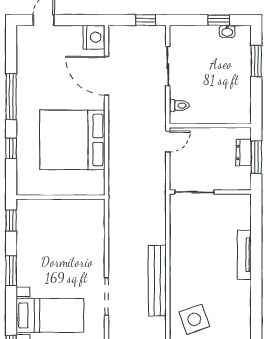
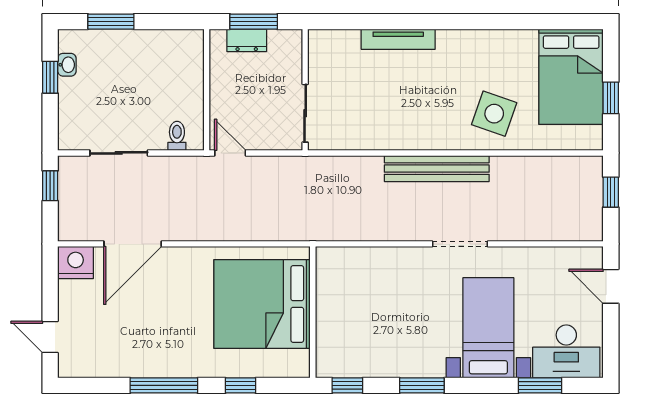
bed: (72, 140) -> (262, 304), moved, turned 90
side table: (194, 319) -> (494, 114), turned 38

